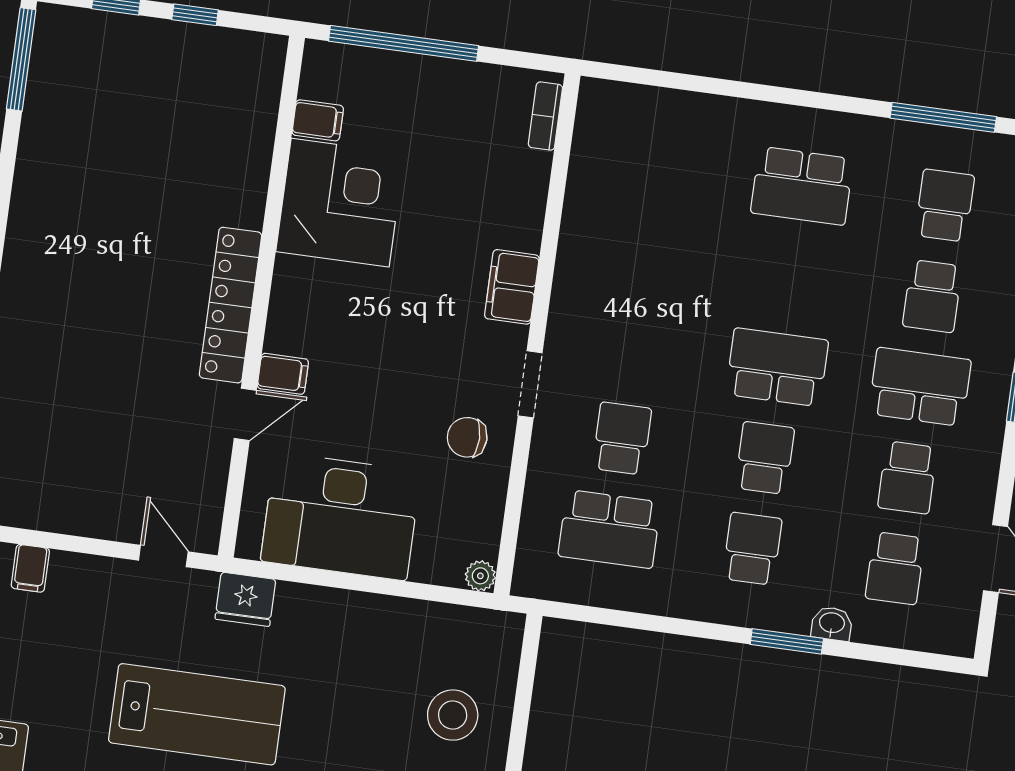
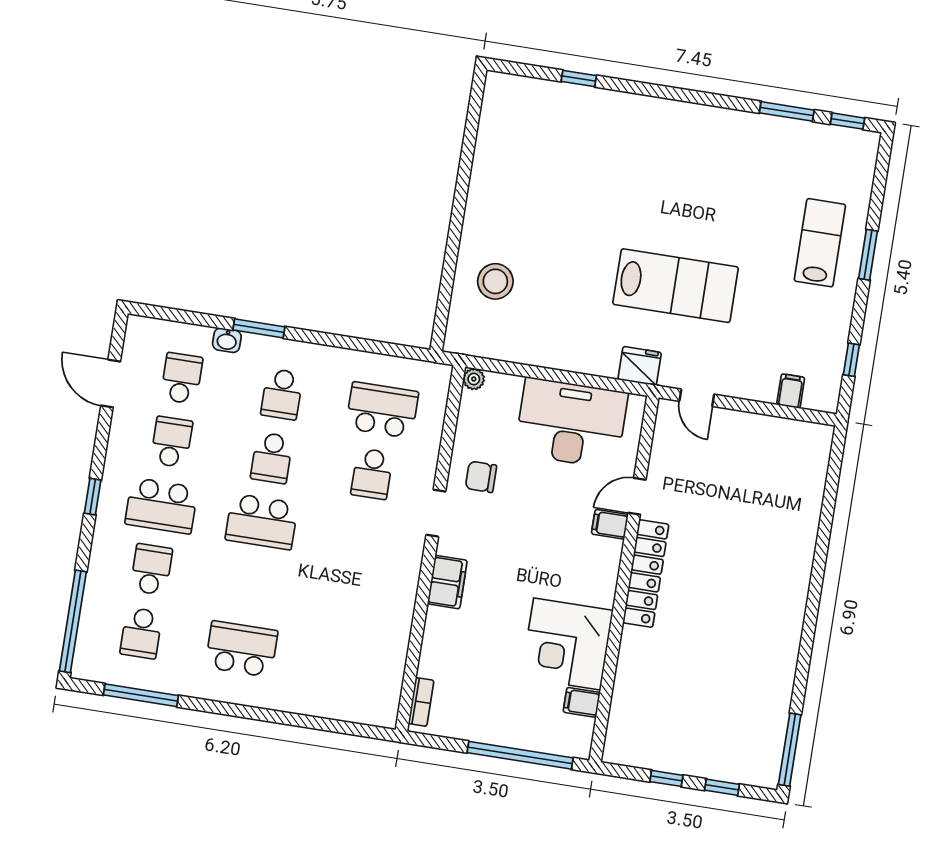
chair: (467, 437) -> (481, 477), turned 180
lab bench: (197, 714) -> (676, 286), turned 180

